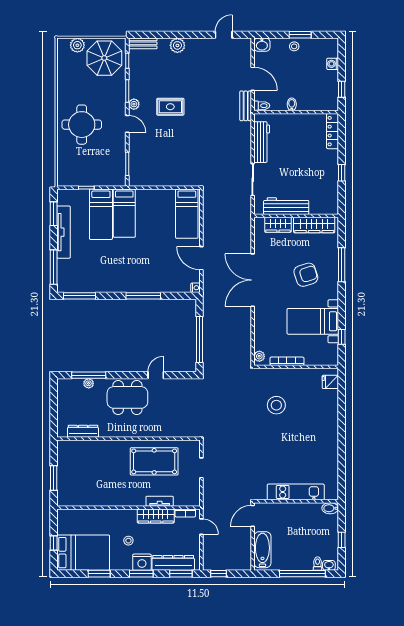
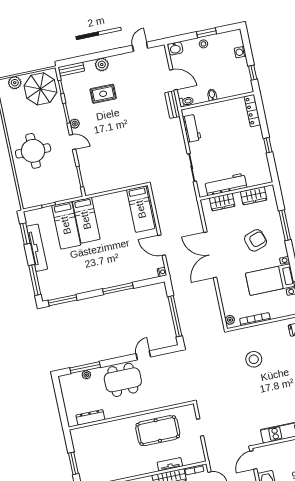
rug: (170, 107) -> (103, 94), moved
workbench: (262, 142) -> (192, 128), width x0.73
wardrobe: (314, 225) -> (254, 196), width x0.67

